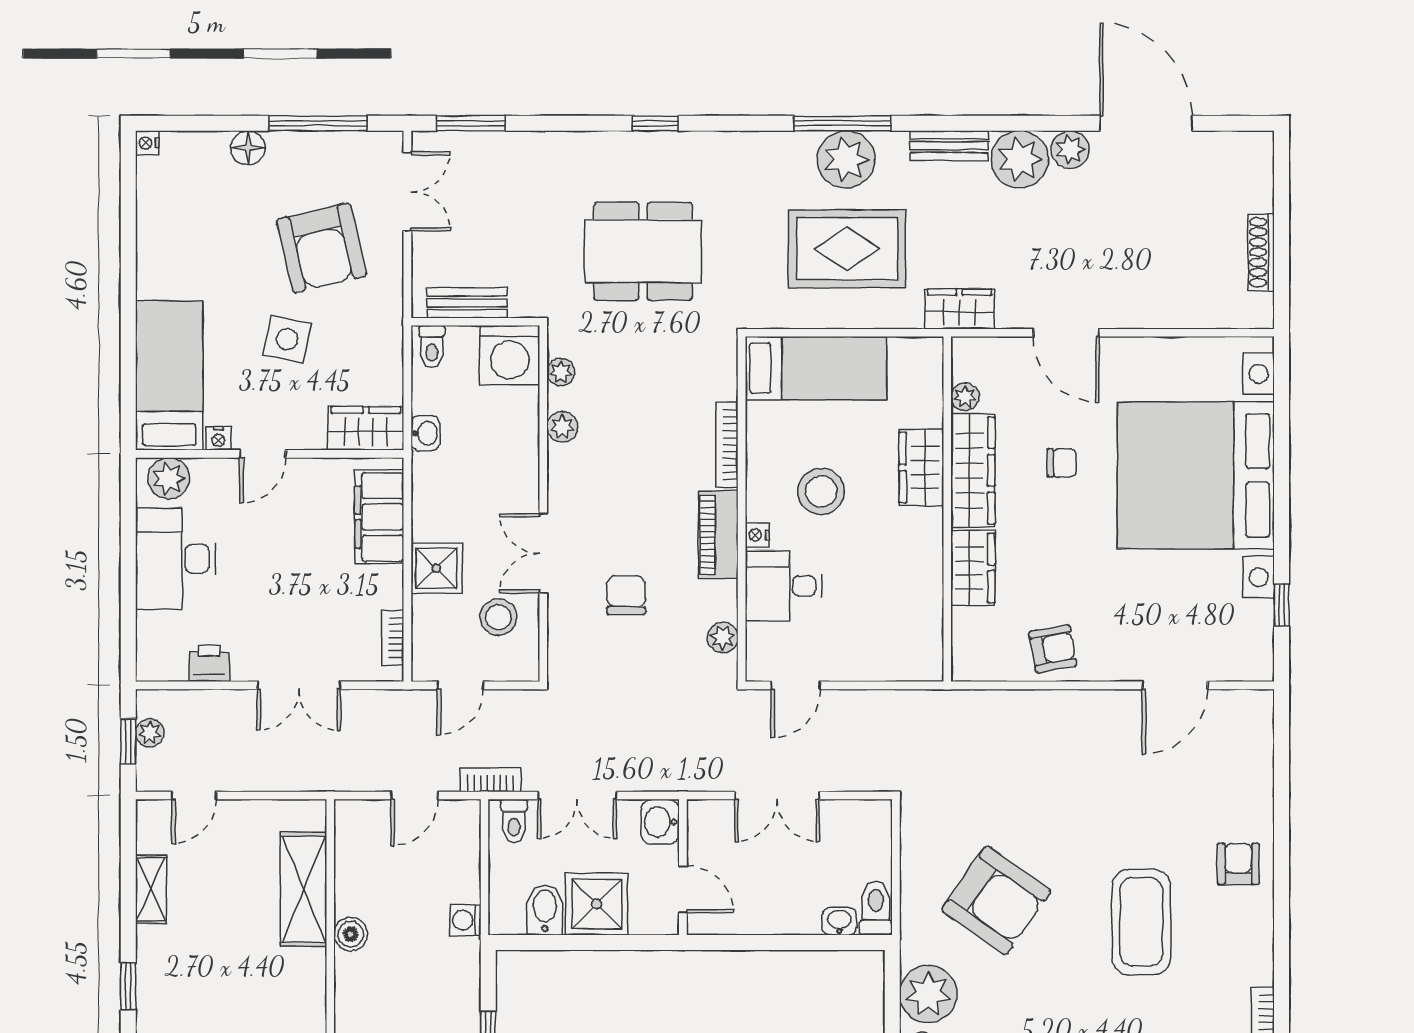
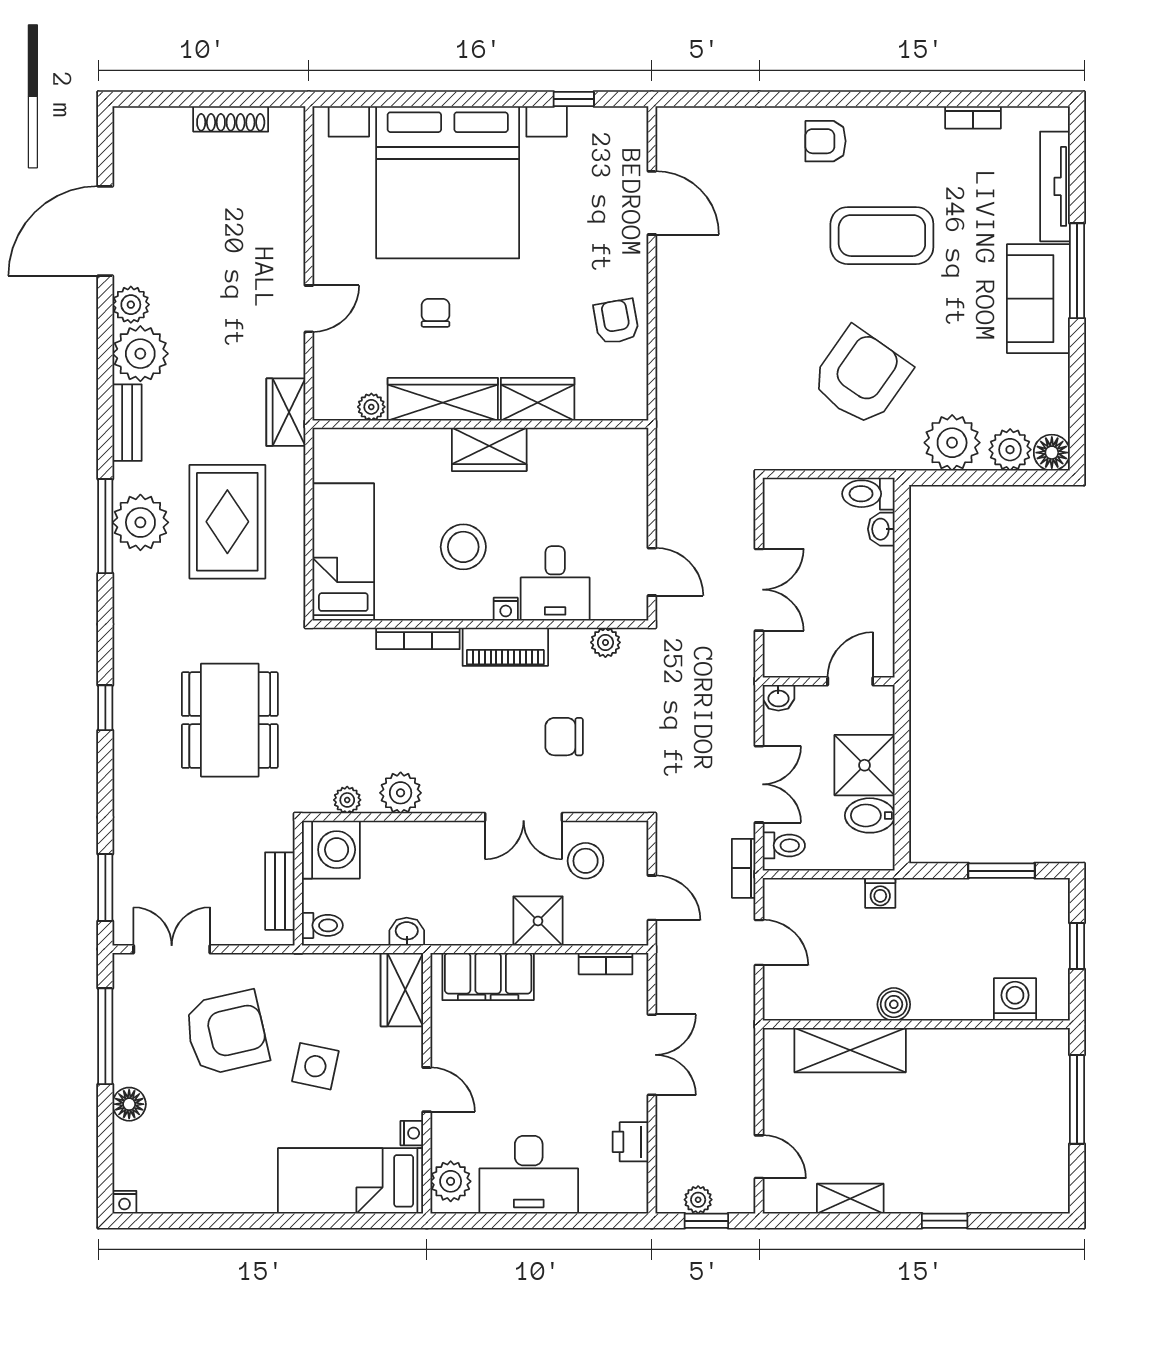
door: (1066, 333) -> (309, 309), width x0.73
plant: (562, 427) -> (401, 793), width x1.38, depth x1.38
wardrobe: (921, 468) -> (489, 449), moved
washbasin: (660, 822) -> (778, 698), width x0.72, depth x0.69

